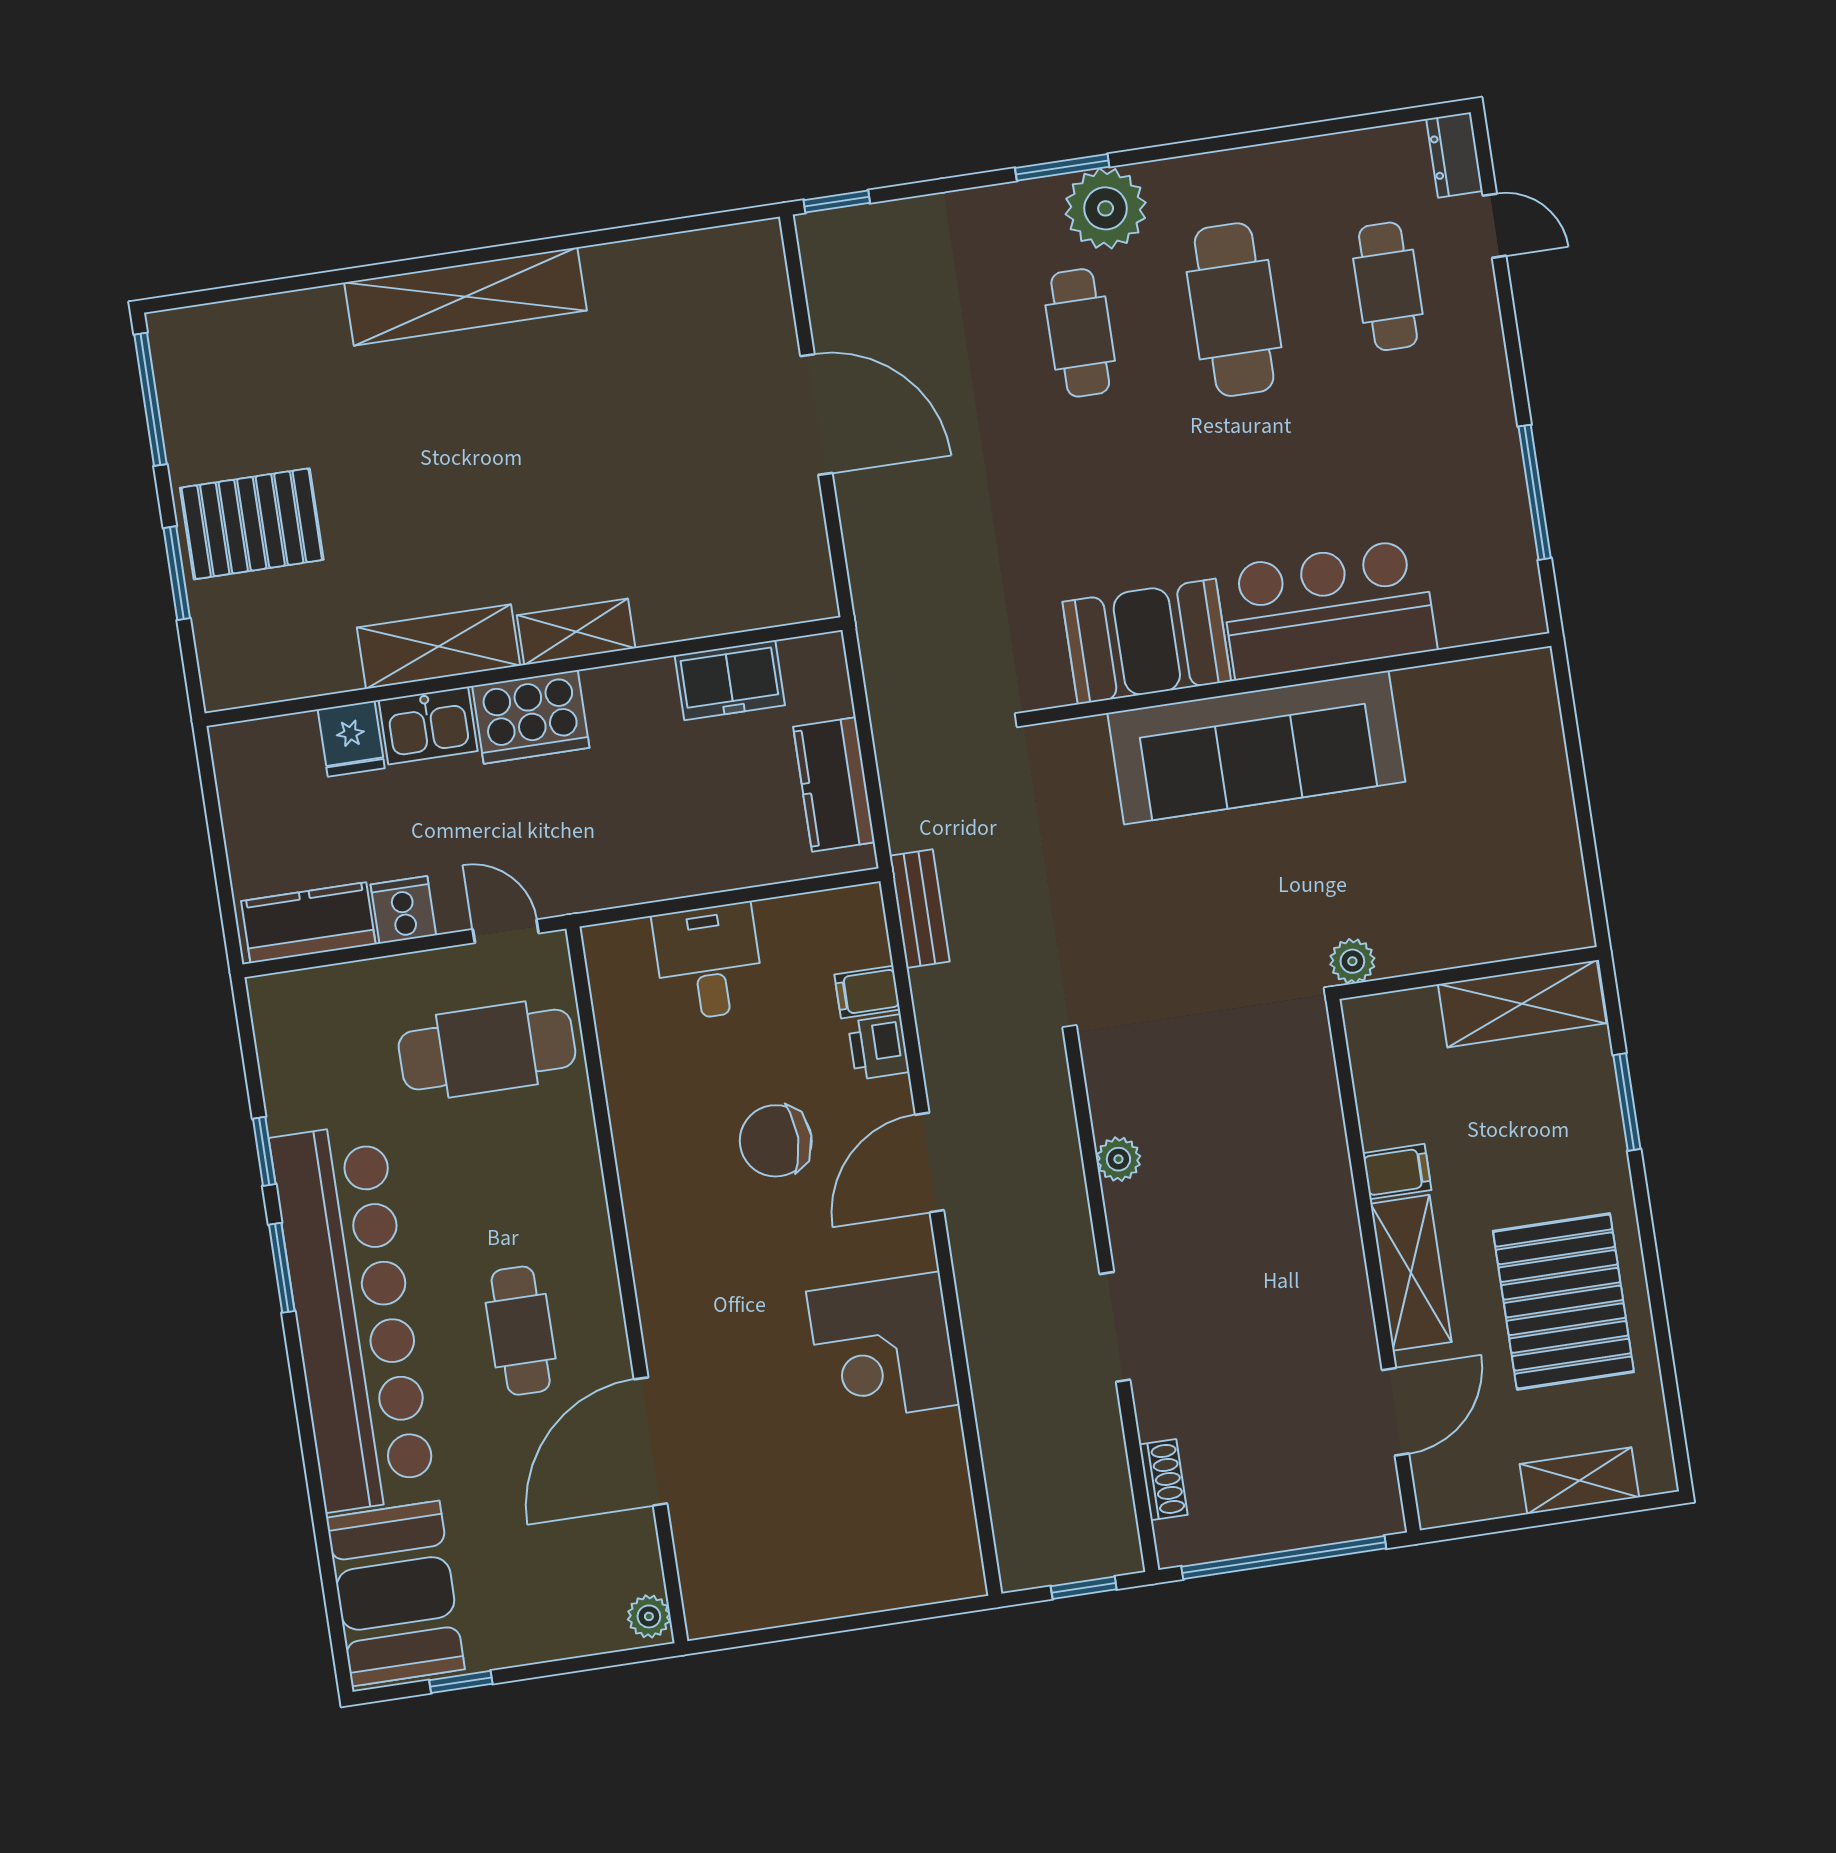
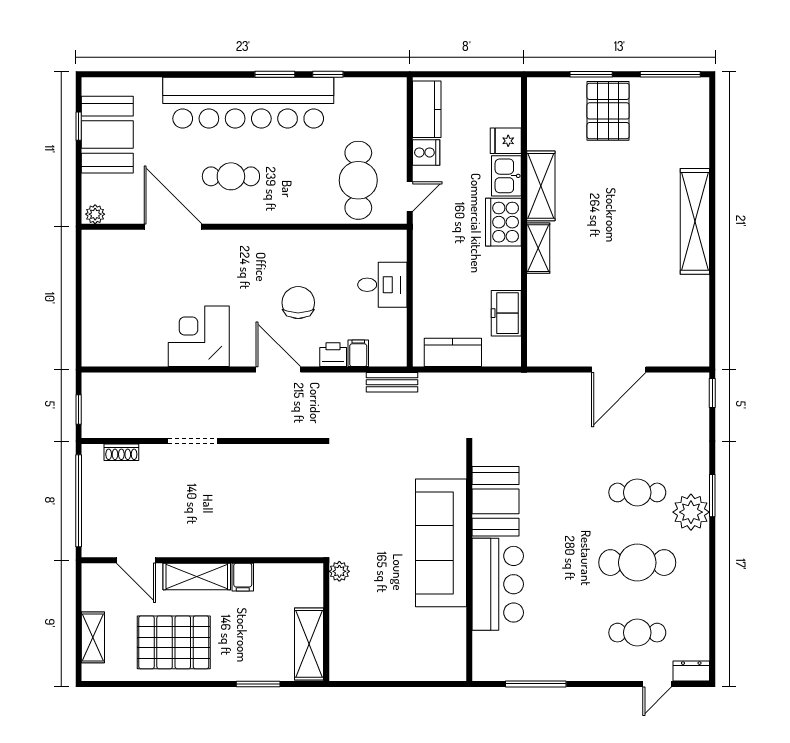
plant: (1118, 1159) -> (267, 454), removed
booth: (395, 1593) -> (107, 135), moved, turned 90

